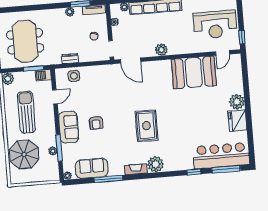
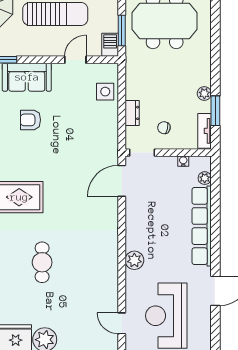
plant: (161, 50) -> (134, 260), moved
dresser: (70, 59) -> (132, 113), moved
booth: (194, 72) -> (95, 277), removed
door: (55, 97) -> (75, 60), swing flipped
cafe table: (187, 108) -> (42, 262), added

